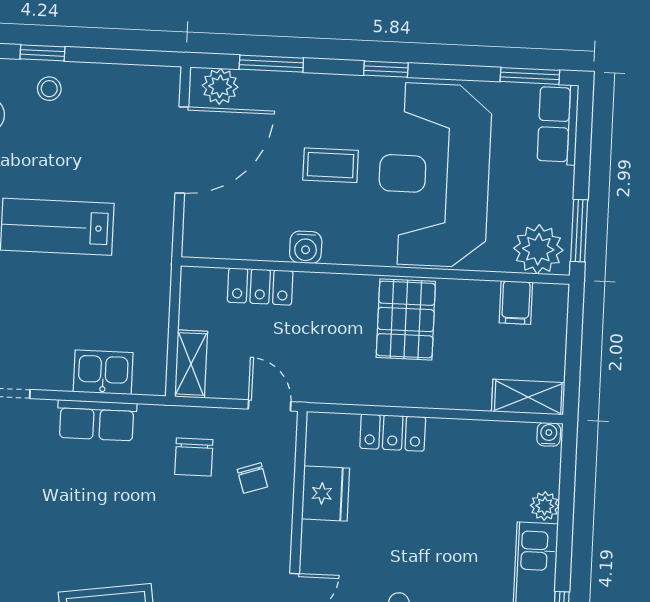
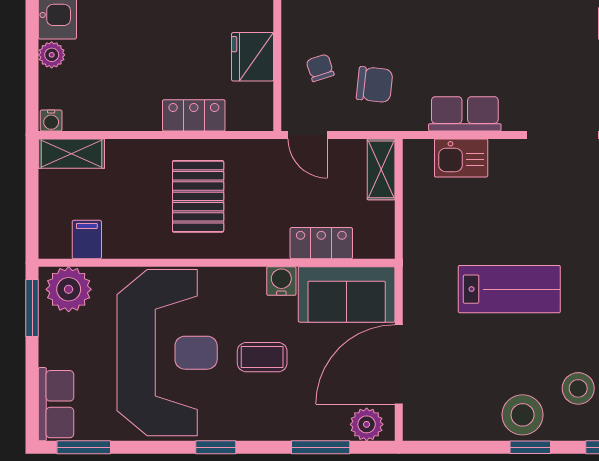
stool: (49, 89) -> (523, 415), width x1.89, depth x1.89
sofa: (235, 229) -> (347, 294), added
pallet: (406, 319) -> (198, 196), moved
chair: (194, 457) -> (374, 85), turned 96

